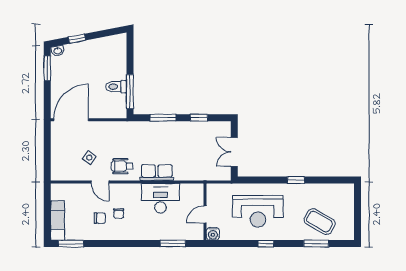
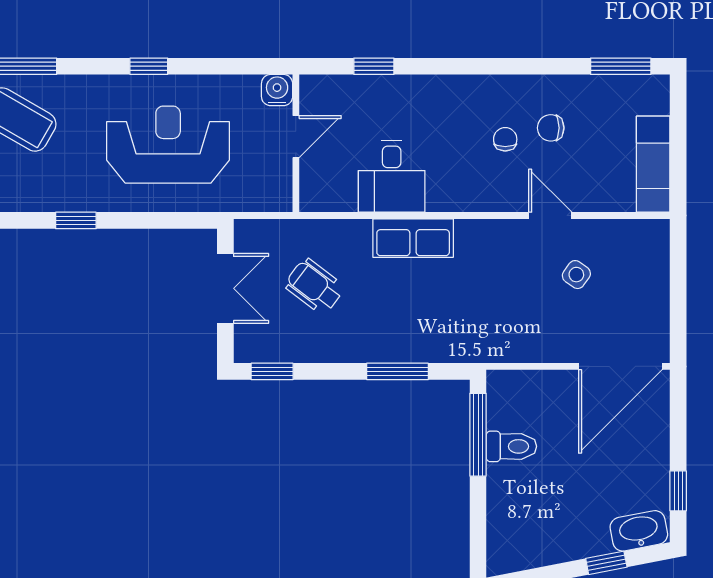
washbasin: (58, 51) -> (639, 531), width x1.91, depth x1.45
window: (47, 68) -> (678, 491), width x0.67
window: (199, 118) -> (272, 371), moved
wheelchair: (122, 166) -> (314, 286), moved, turned -143
desk: (160, 198) -> (392, 176), width x0.73
exam couch: (58, 220) -> (653, 164), moved
window: (173, 244) -> (374, 66), width x0.67

